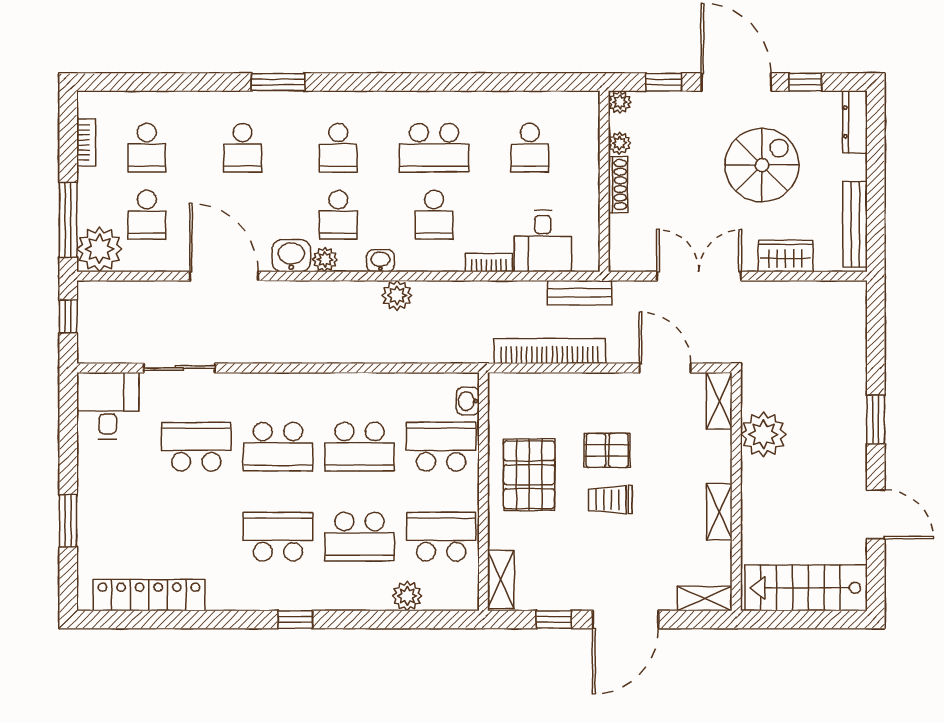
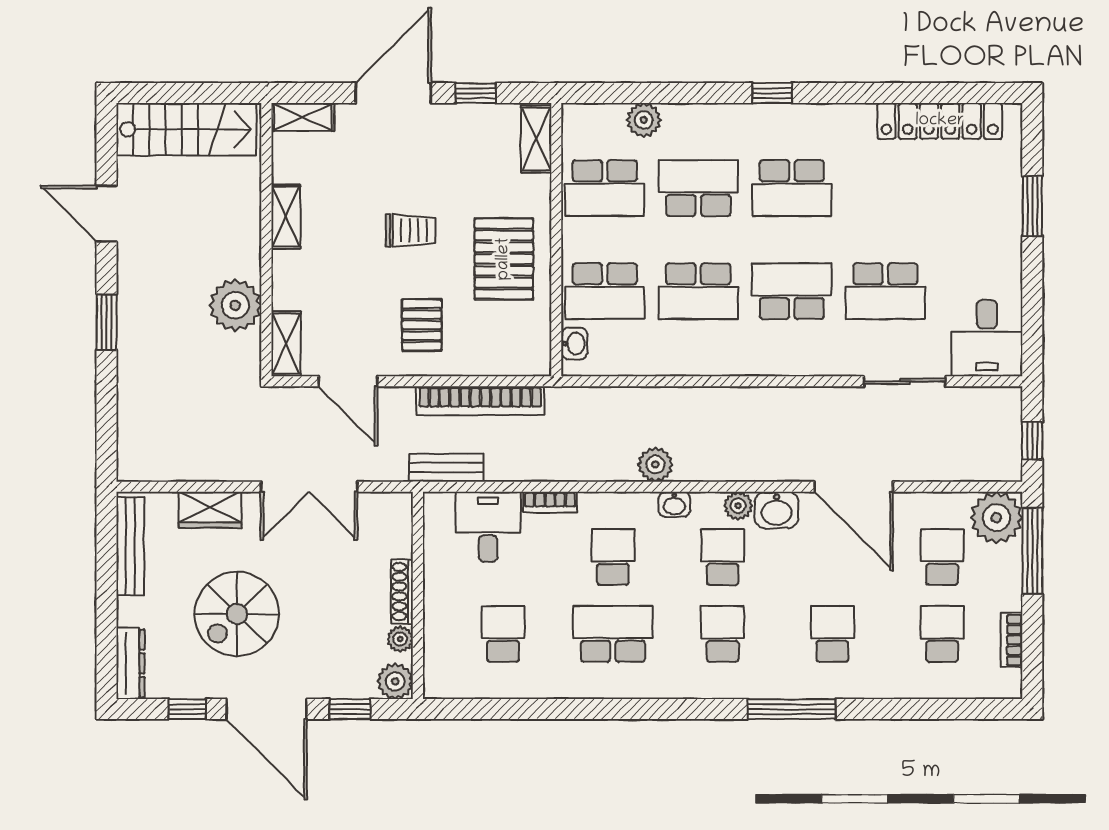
window: (278, 82) -> (792, 709), width x1.44
plant: (620, 102) -> (395, 681), width x1.38, depth x1.38
school desk: (360, 447) -> (698, 291), turned 180
pallet: (607, 450) -> (422, 325), moved, turned 90

